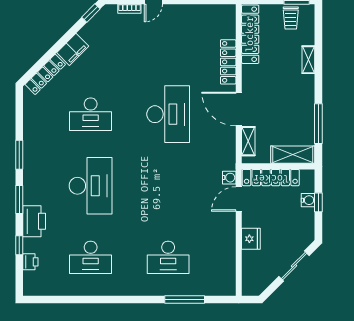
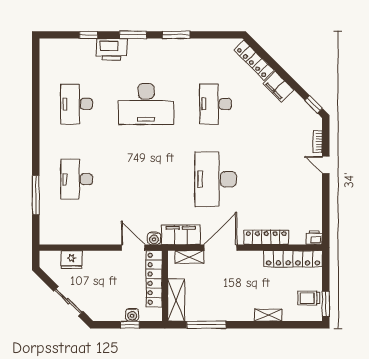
desk: (168, 114) -> (216, 179), turned 90
filing cabinet: (225, 150) -> (181, 235), added
fridge: (251, 239) -> (72, 259), moved
printer: (30, 262) -> (314, 238), moved, turned 180

